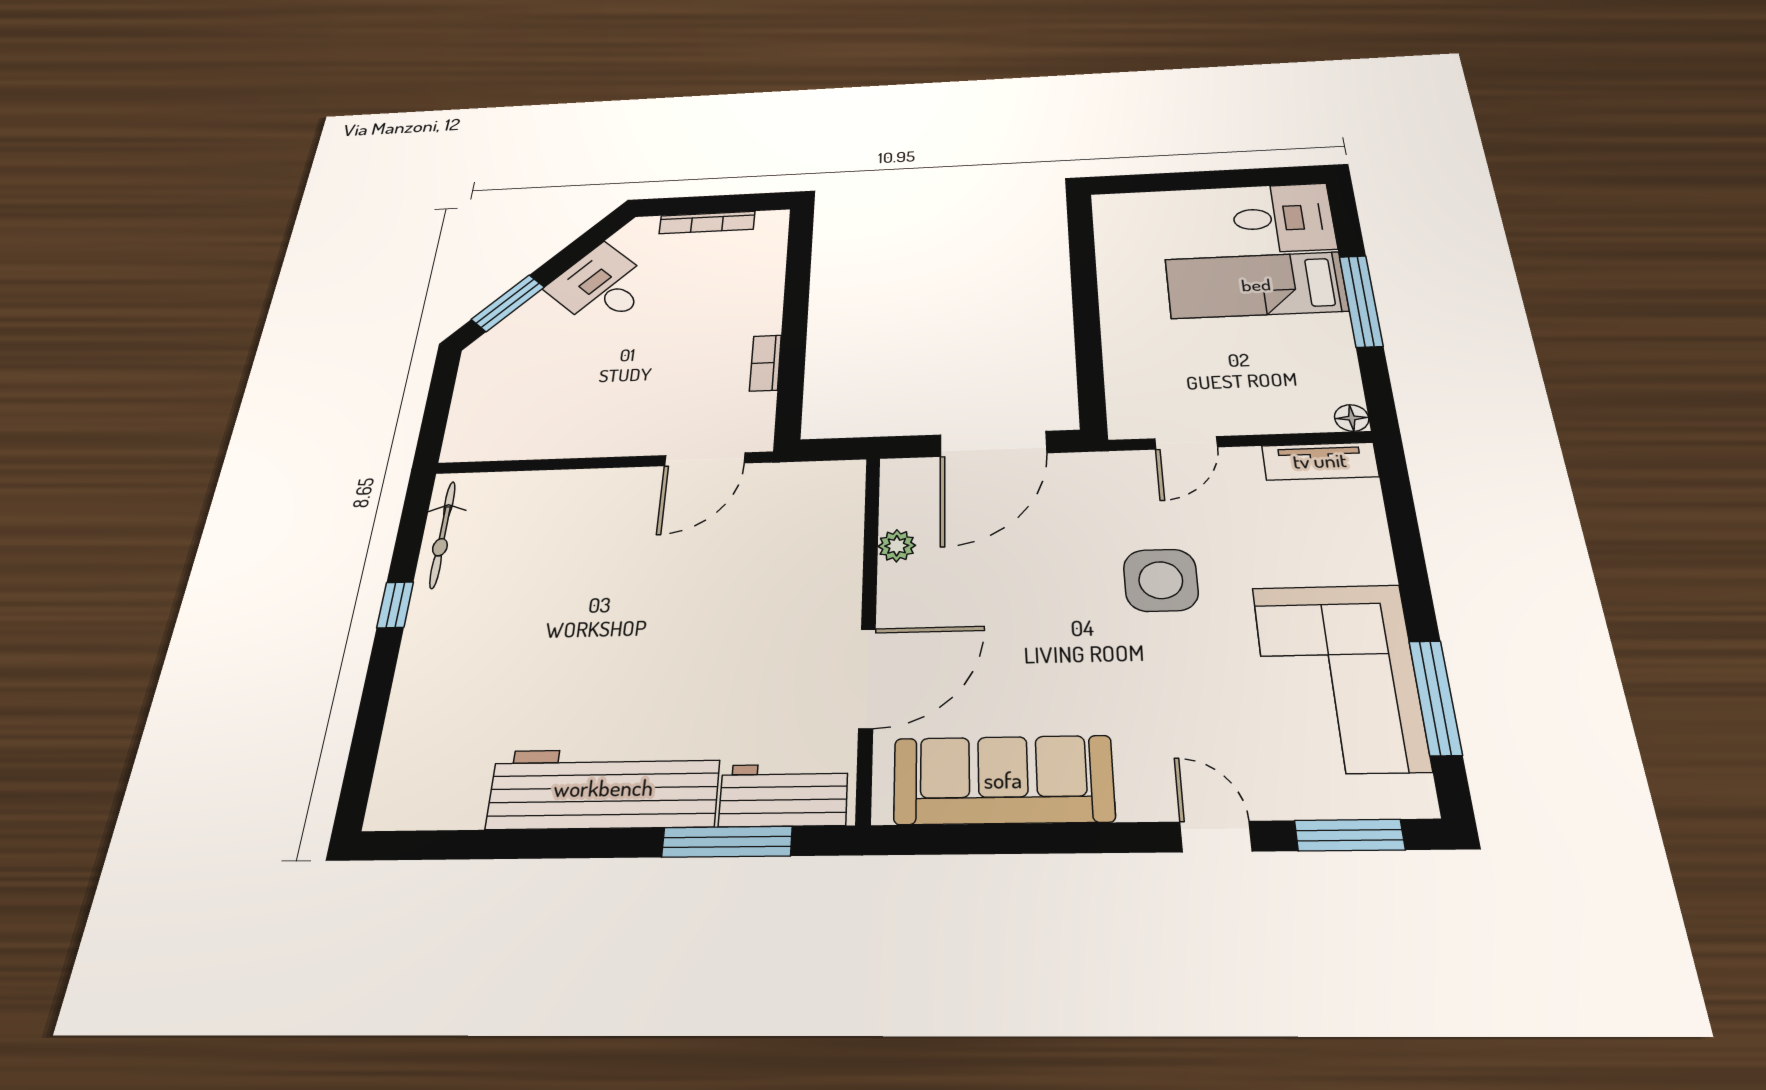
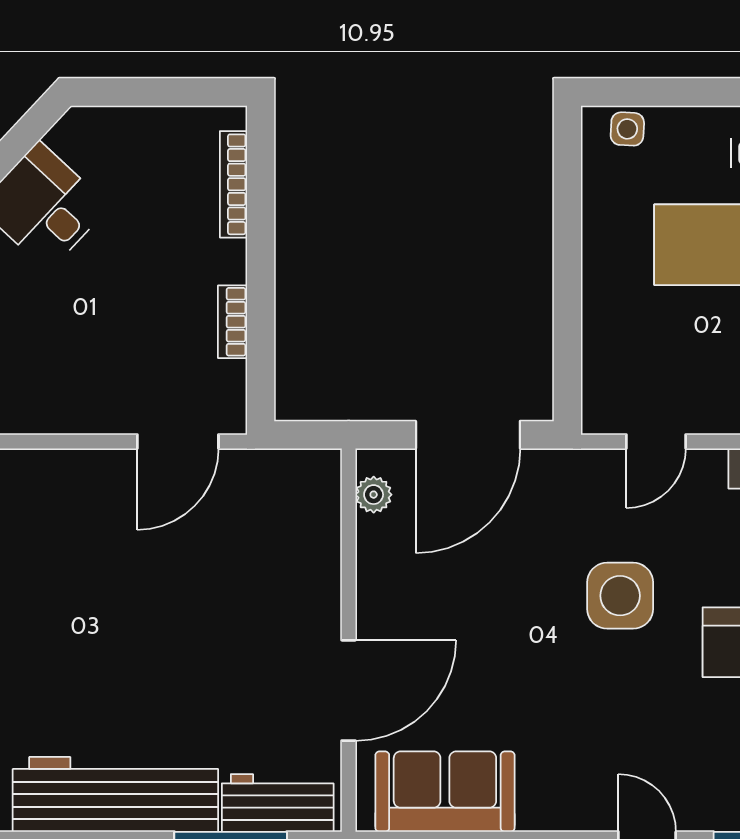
side table: (1135, 208) -> (627, 129), added
bookcase: (707, 223) -> (233, 184), moved, turned 90
plant: (897, 546) -> (374, 495), moved
sofa: (1003, 780) -> (445, 792), width x0.73

